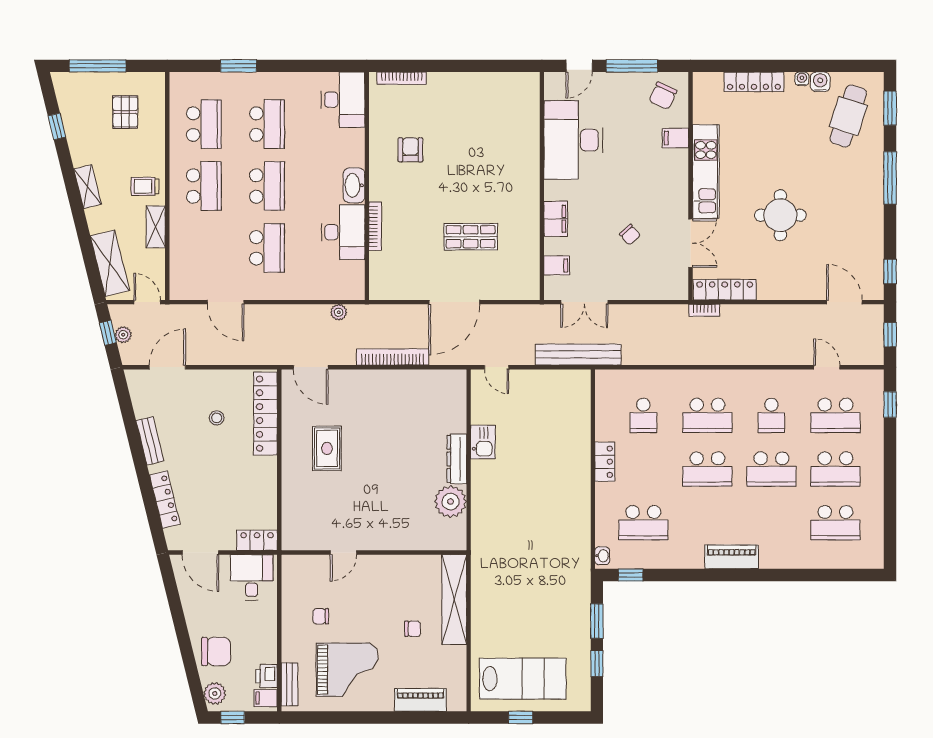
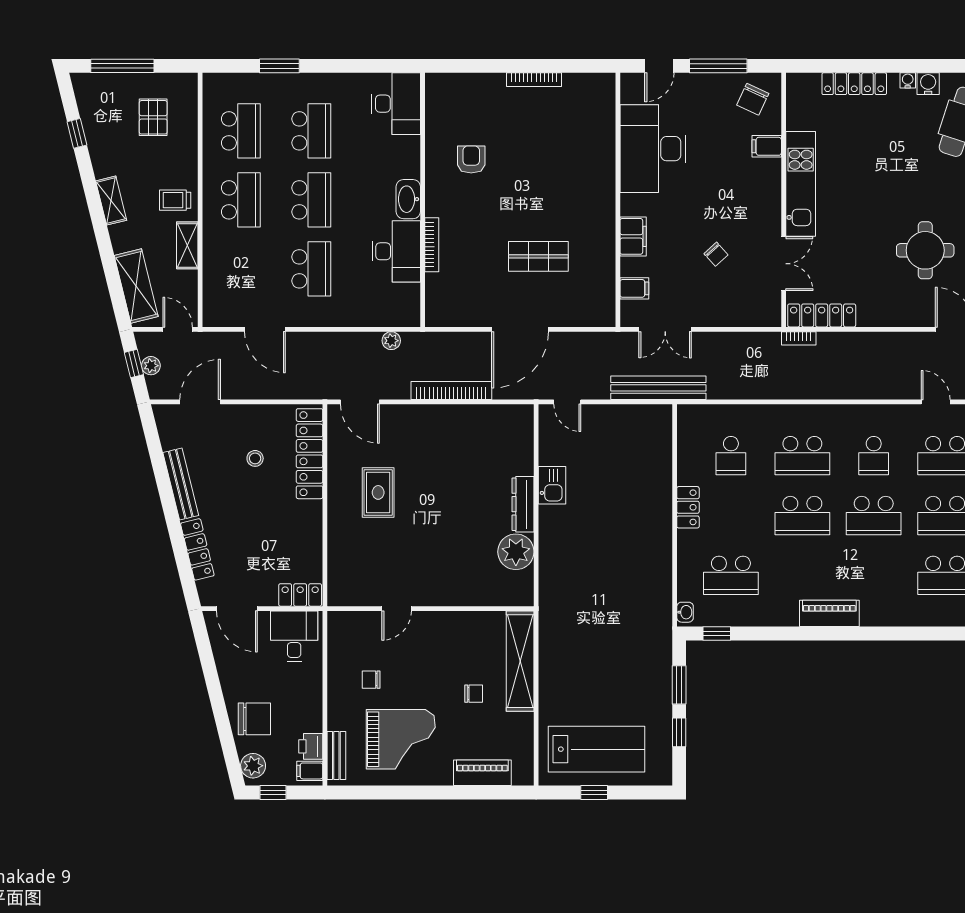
bookcase: (402, 78) -> (534, 80), moved
round table: (780, 215) -> (925, 250), moved
bench: (150, 441) -> (181, 484), width x1.36

